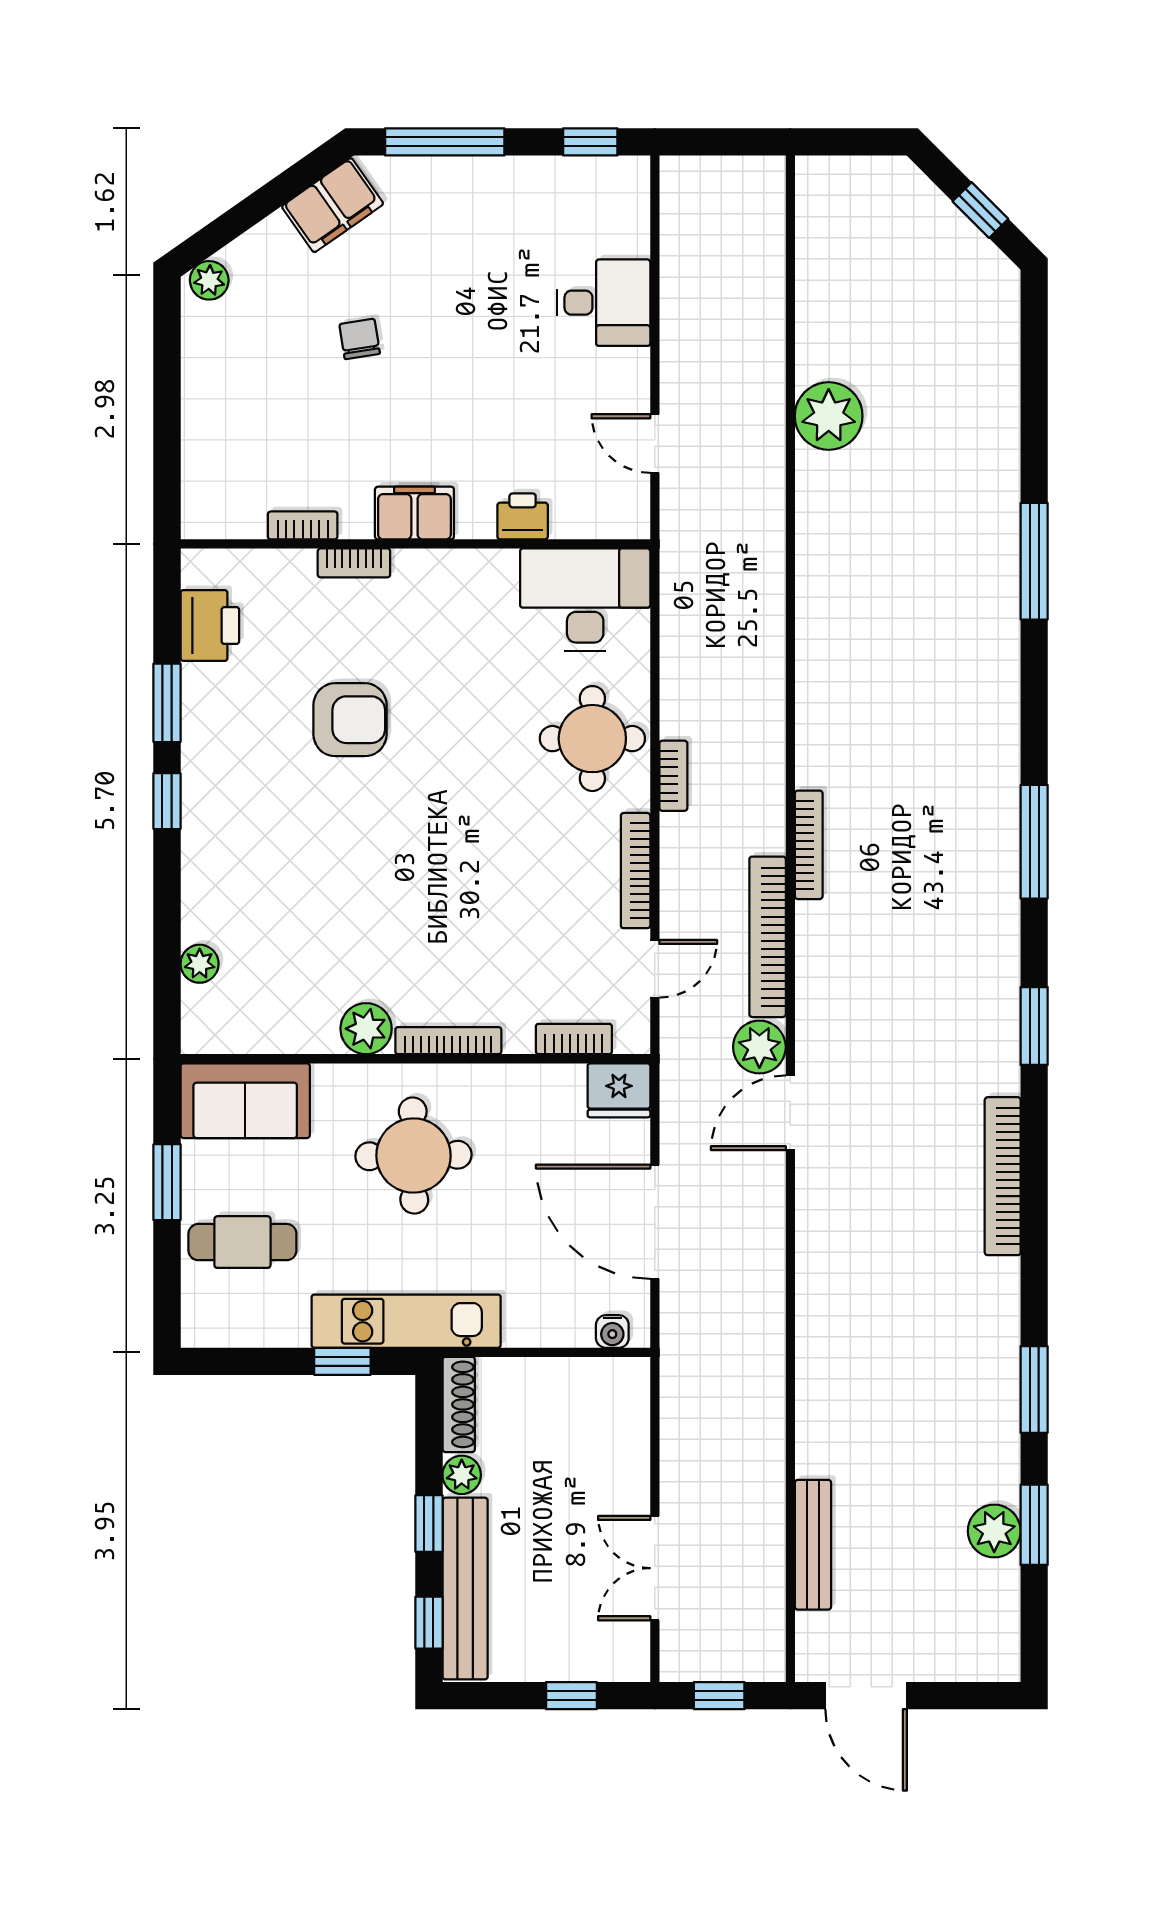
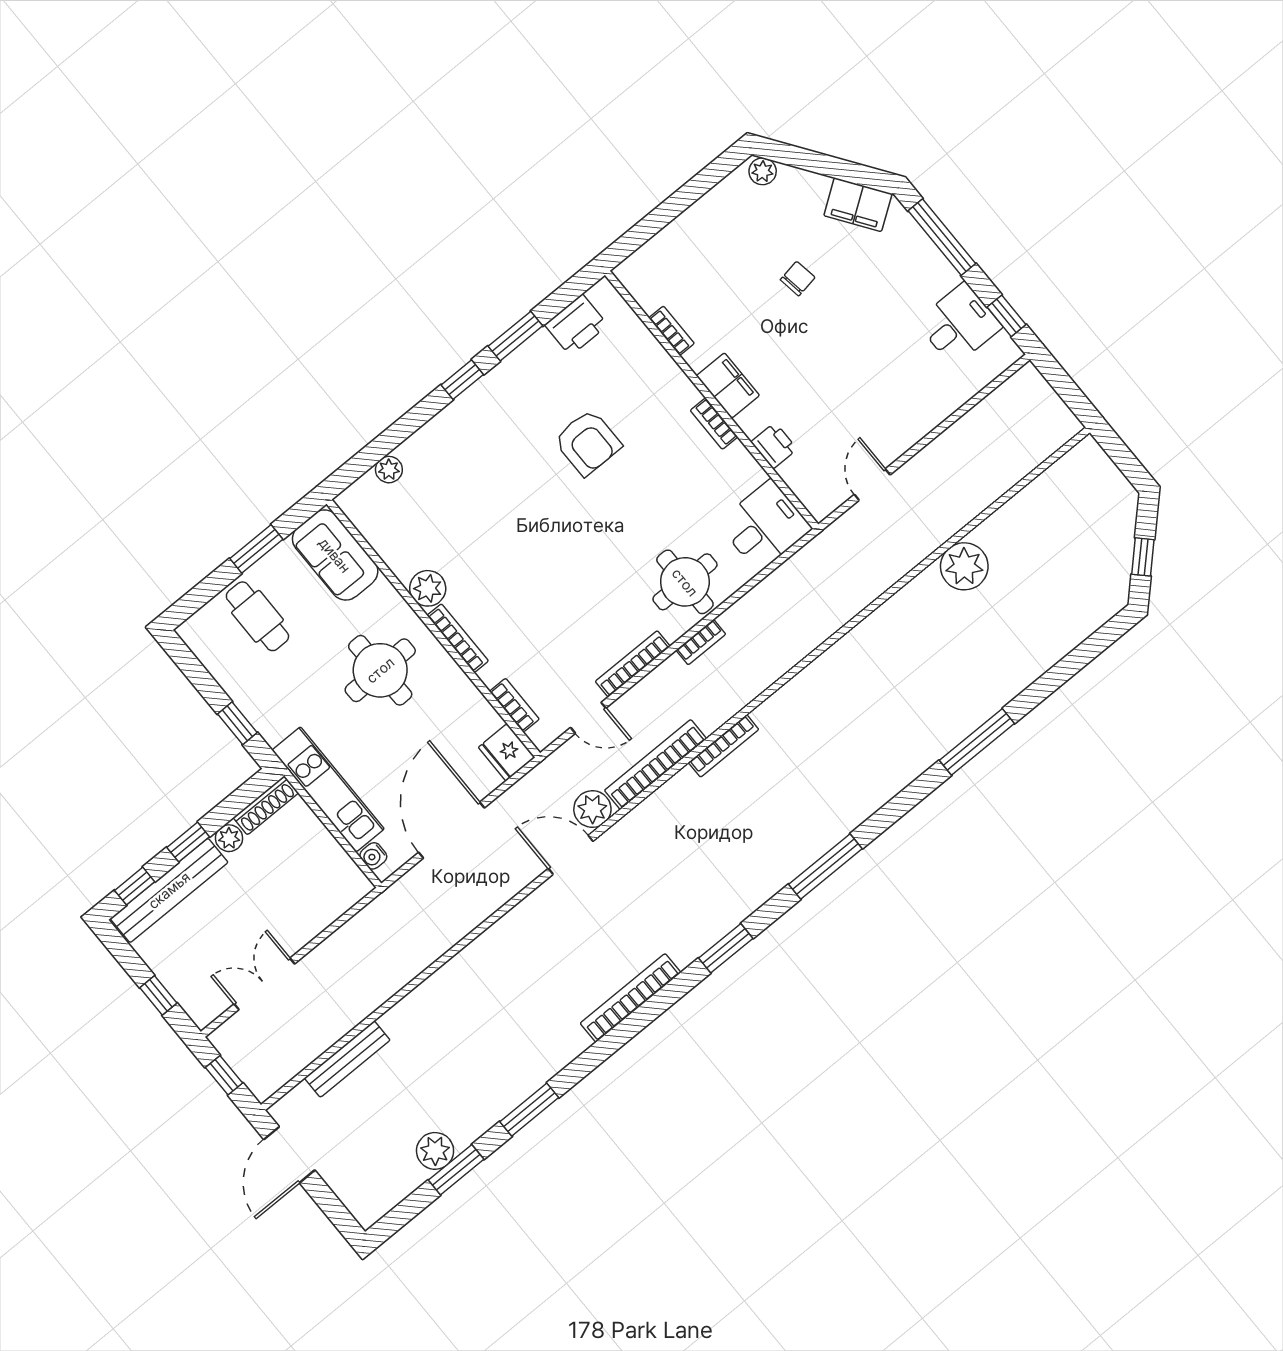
desk: (604, 303) -> (959, 324), moved, turned -90
bookcase: (354, 563) -> (714, 424), moved
desk: (585, 600) -> (765, 526), width x0.73
kitchen unit: (406, 1321) -> (328, 789), moved

